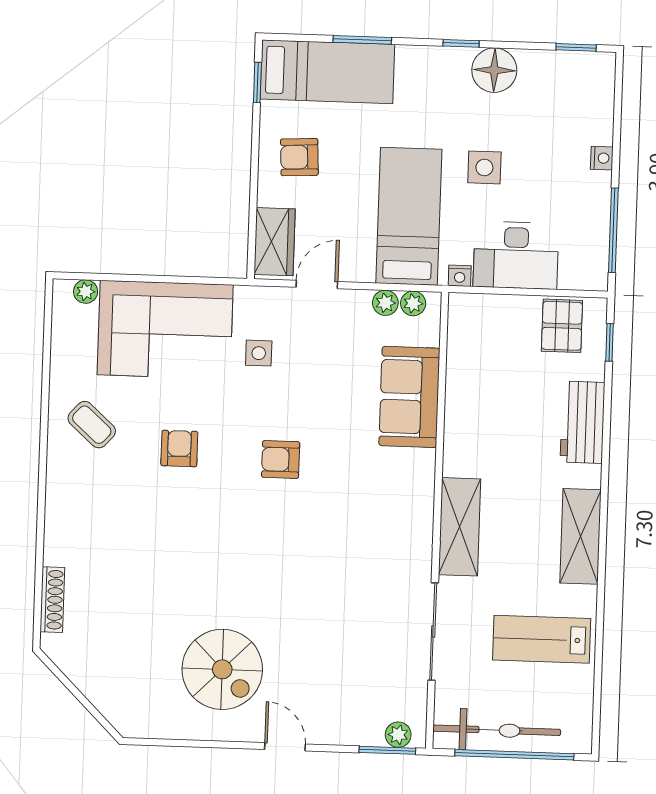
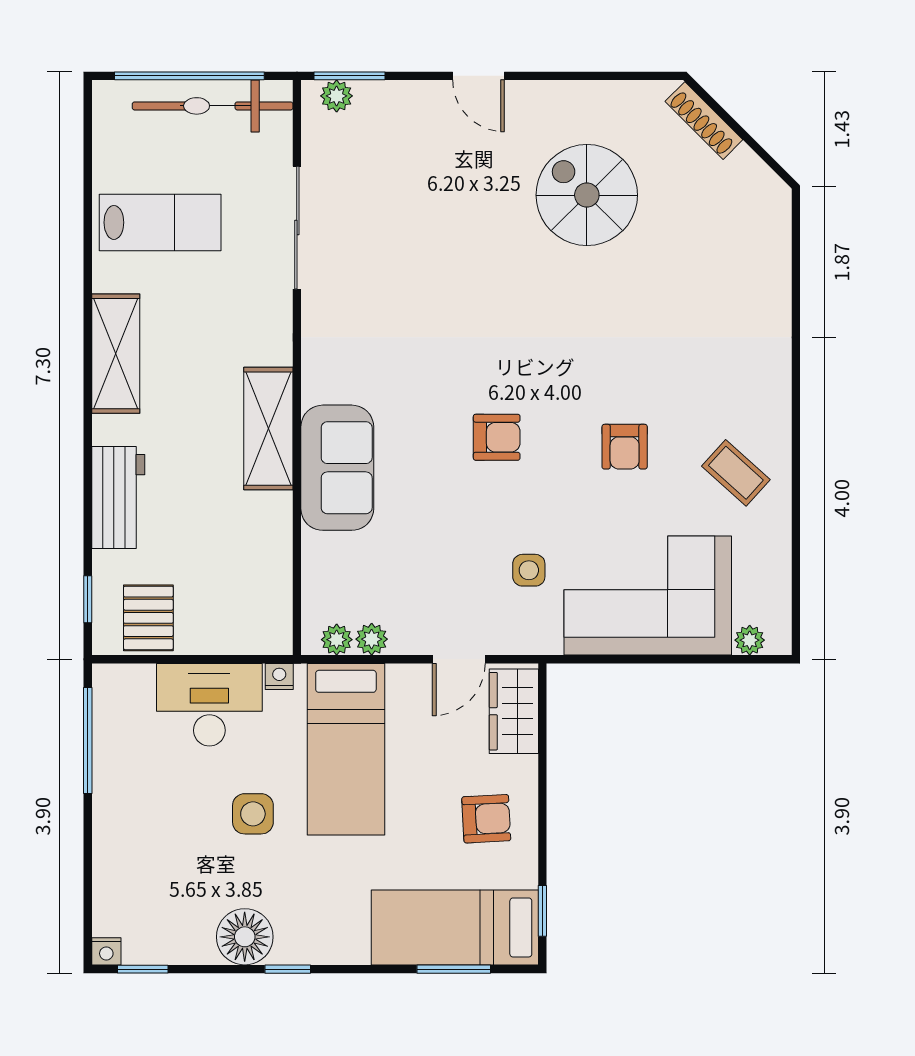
window: (362, 40) -> (454, 969), moved
nightstand: (602, 158) -> (106, 951), moved, turned -90
sofa: (409, 397) -> (337, 468), moved
shelving: (460, 527) -> (268, 429), moved
shoe rack: (52, 600) -> (704, 121), moved, turned -45
spiral stairs: (222, 669) -> (587, 195), moved

